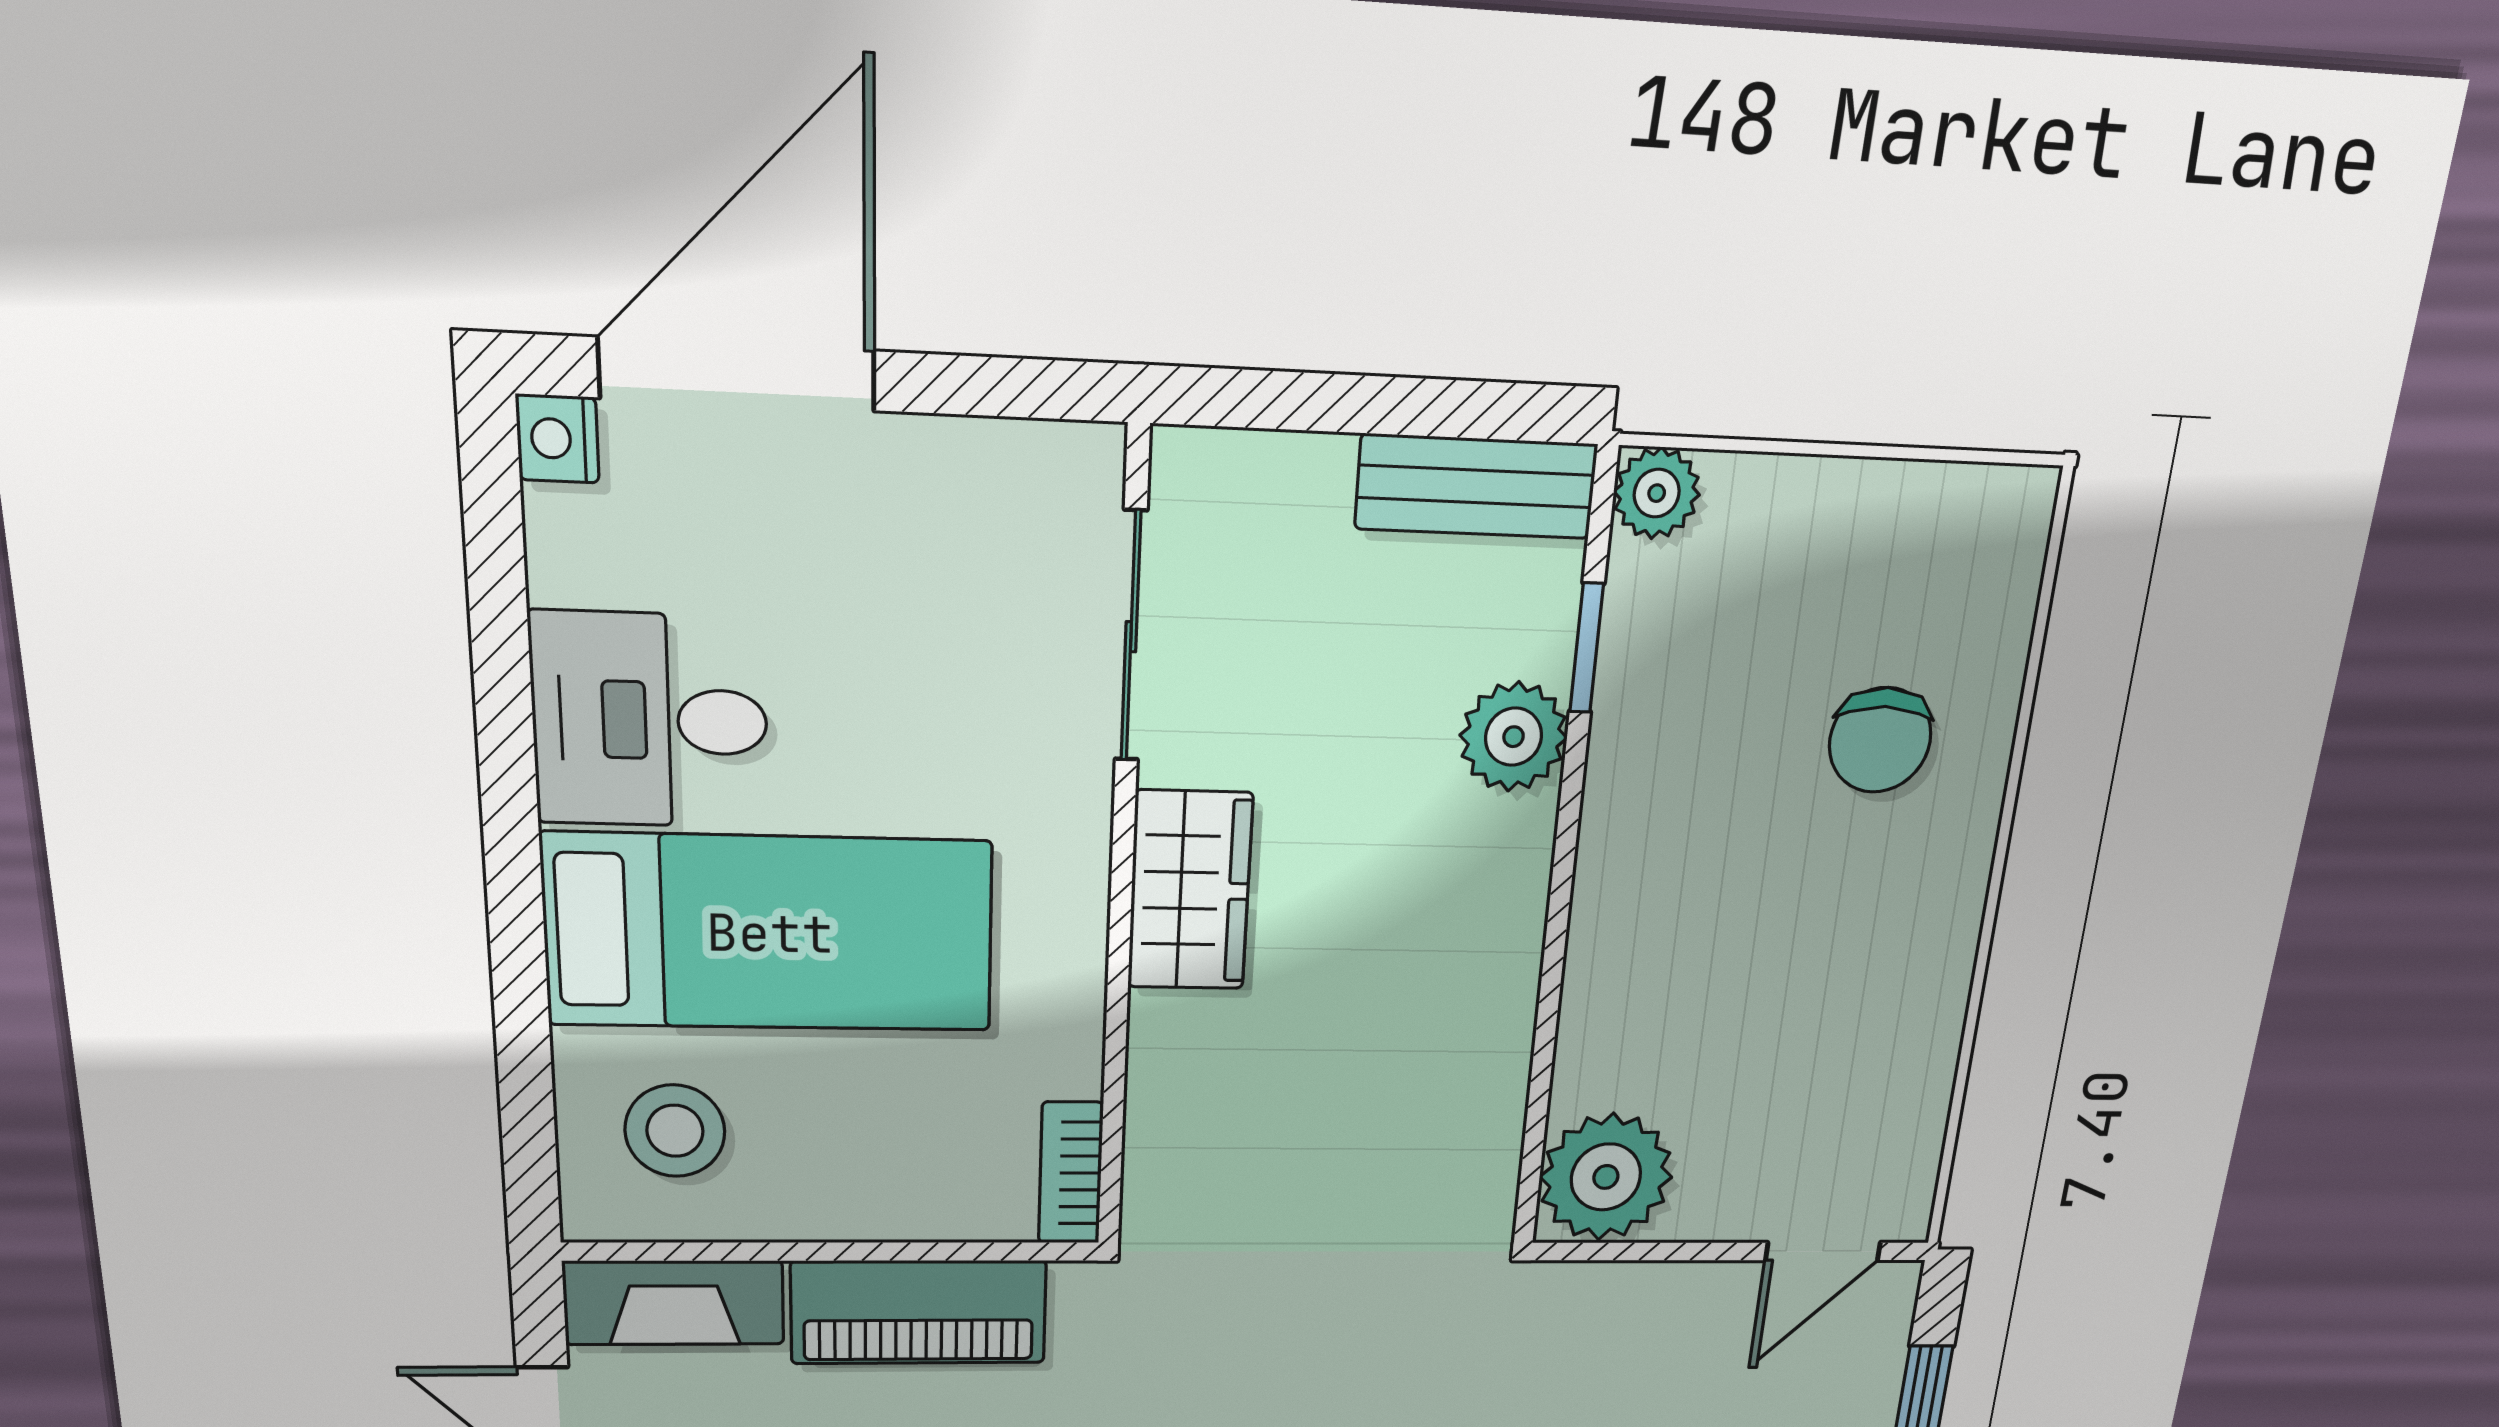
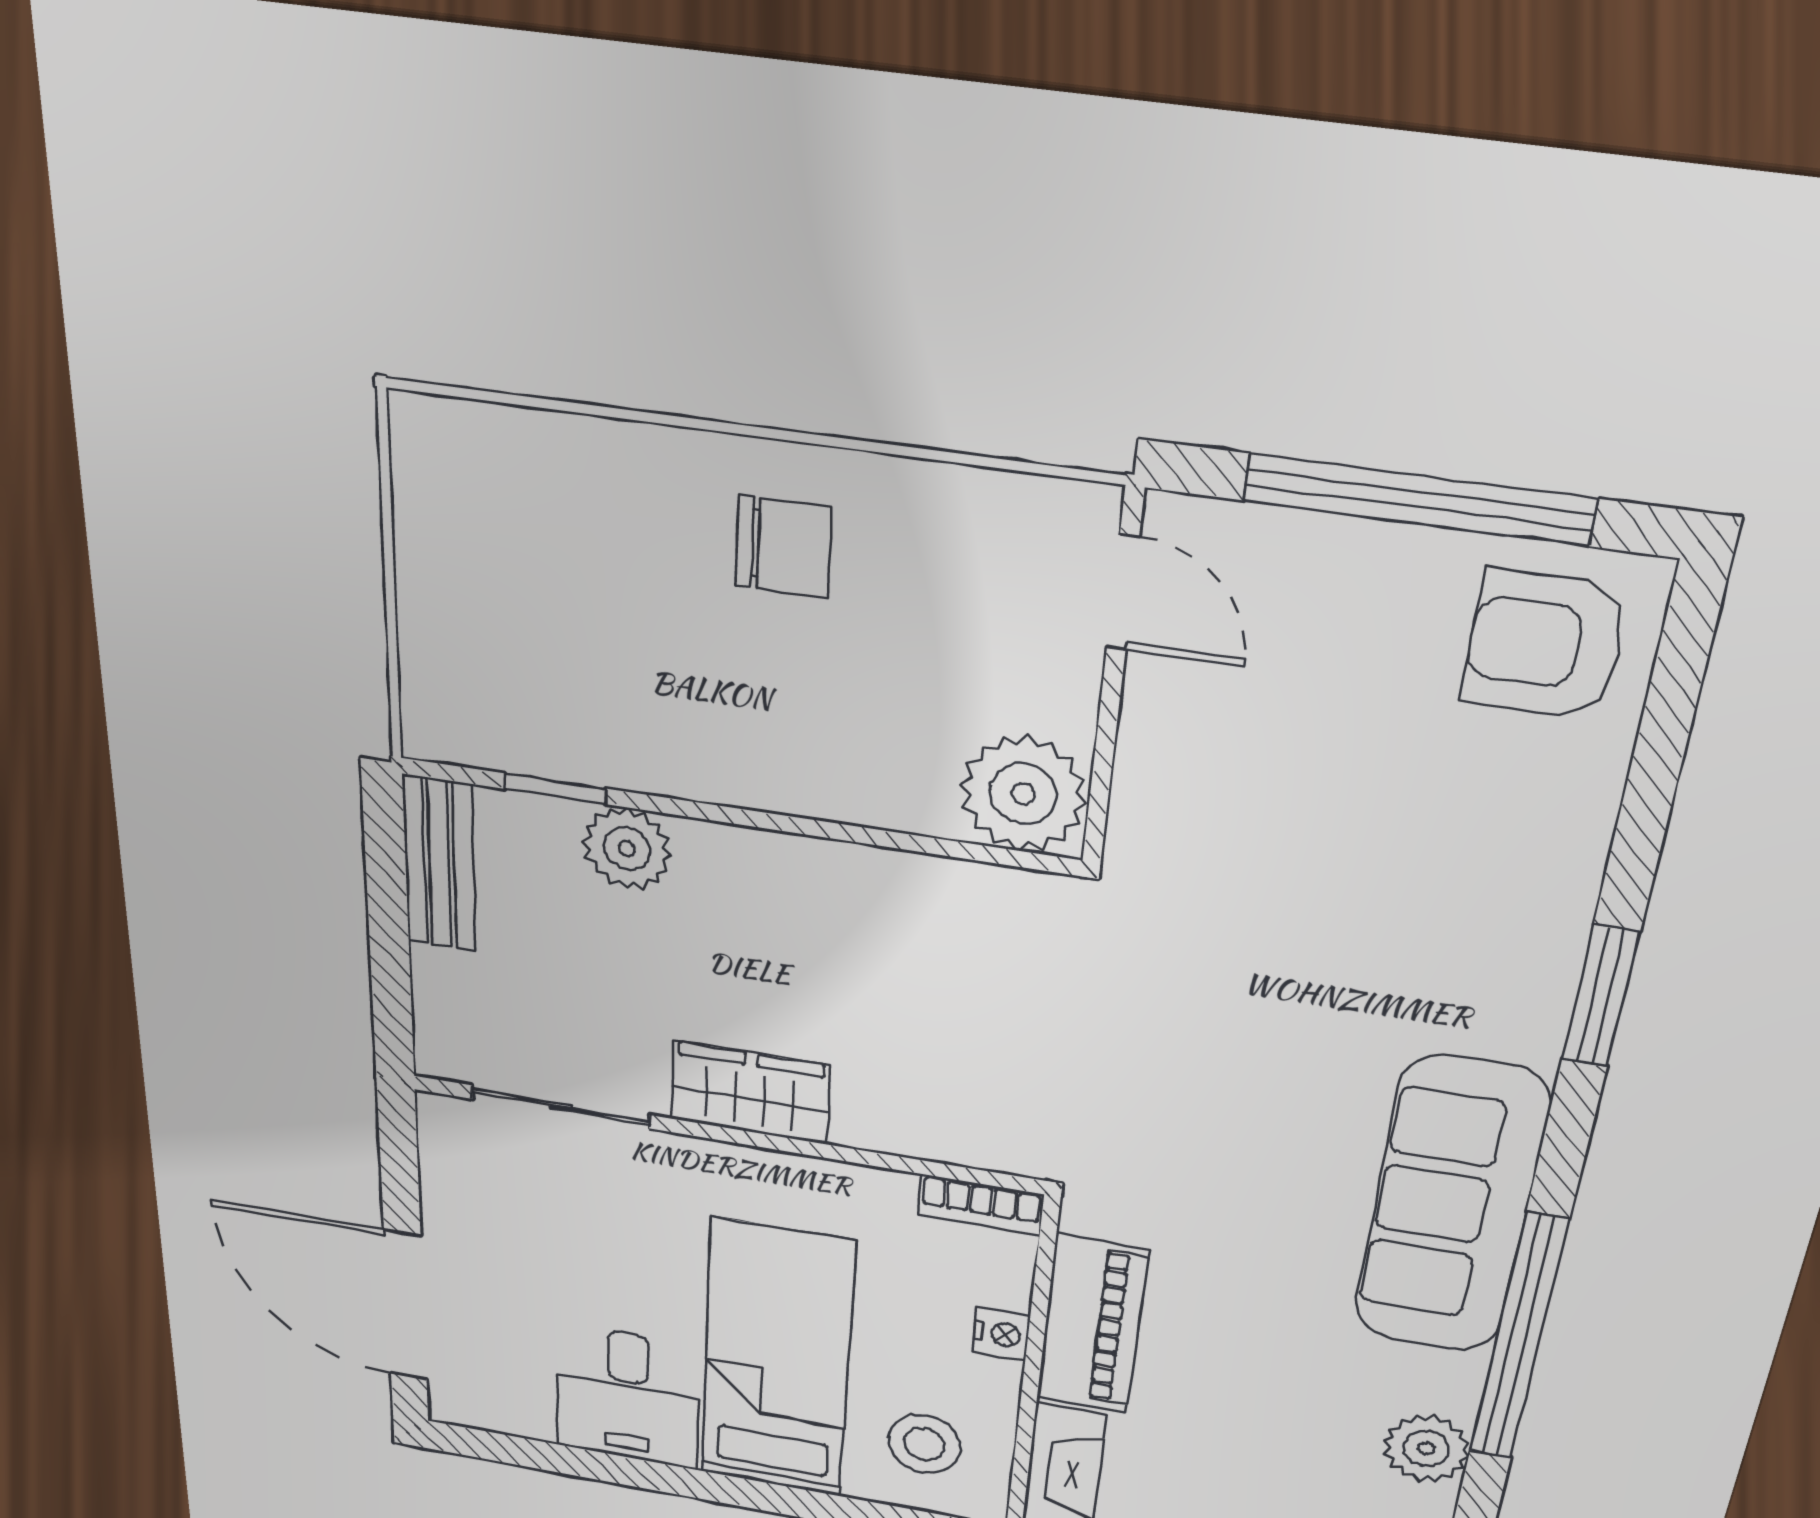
nightstand: (557, 439) -> (1001, 1334), moved, turned -90
plant: (1657, 493) -> (434, 730), removed
chair: (1880, 740) -> (783, 547), moved

